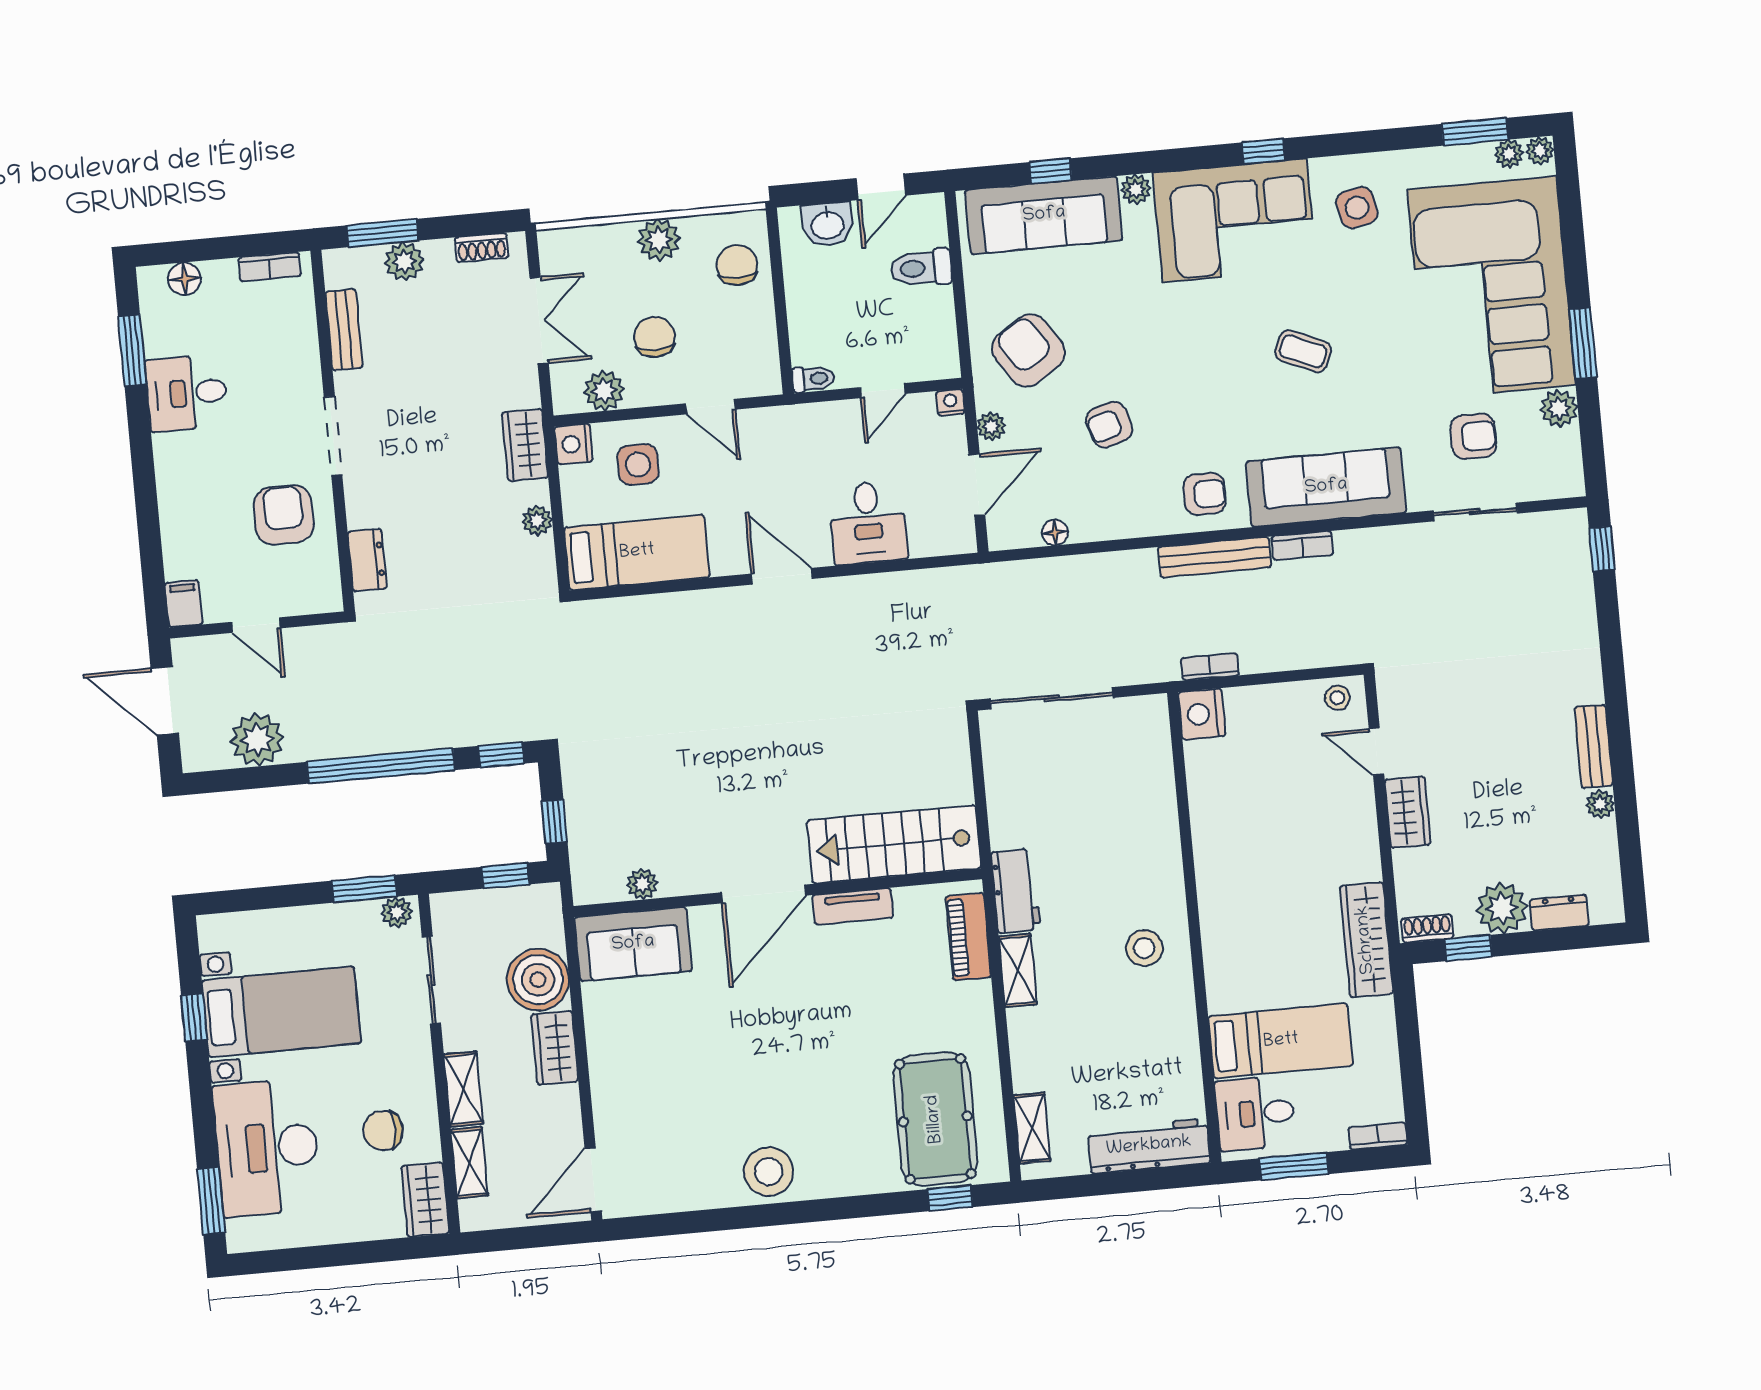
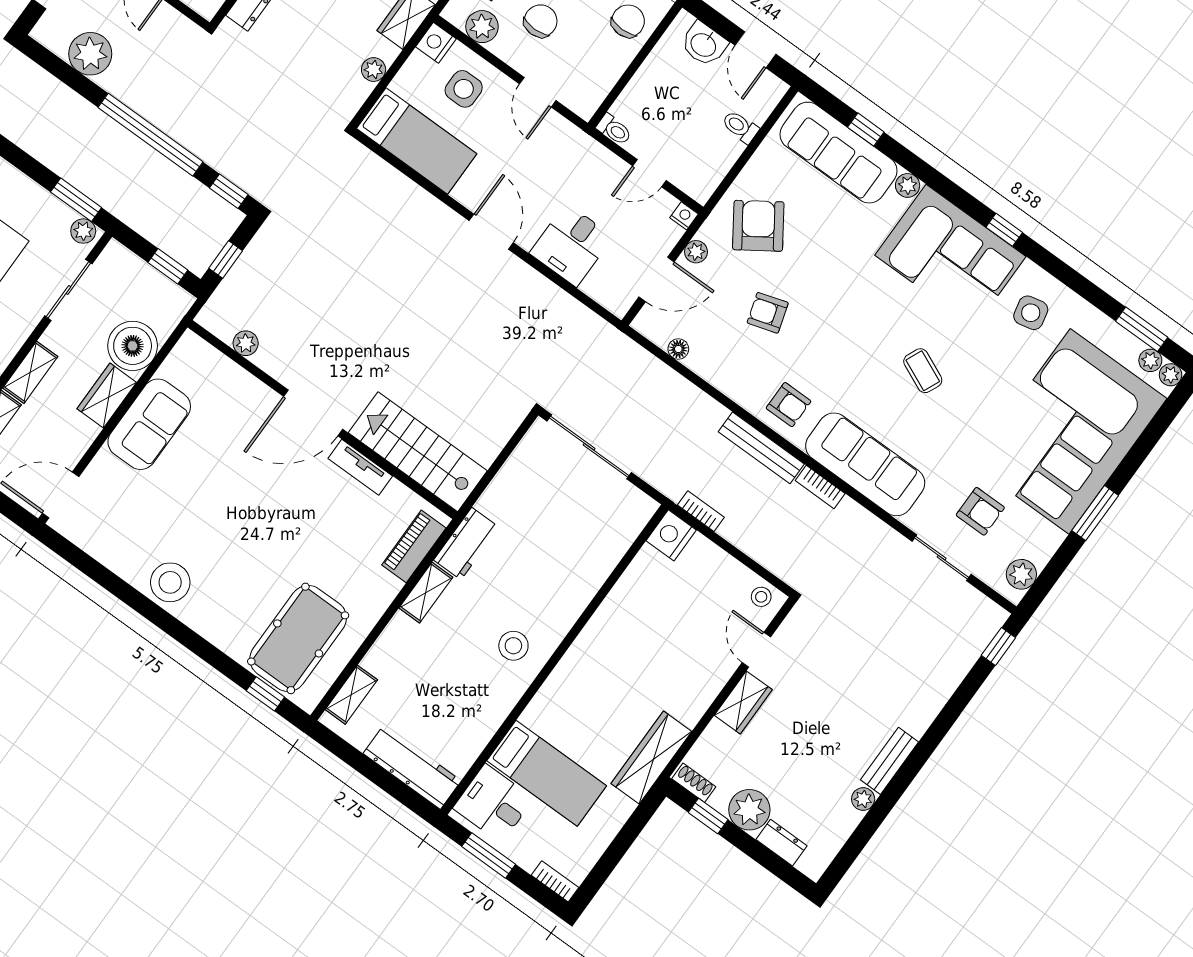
door: (881, 187) -> (755, 50), hinge flipped
toilet: (921, 268) -> (740, 127), width x0.73, depth x0.72
plant: (1559, 408) -> (1021, 574), moved
sofa: (633, 944) -> (149, 424), moved, turned -90

